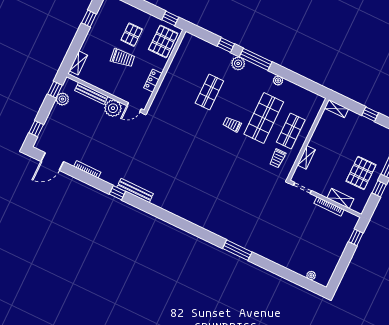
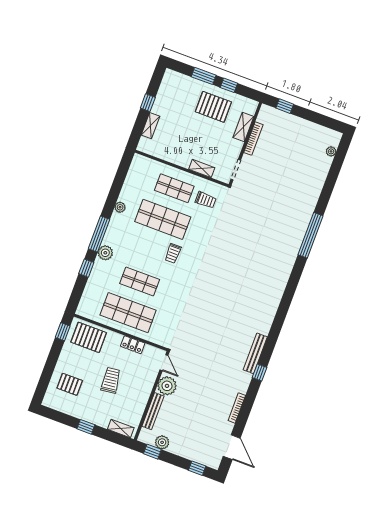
window: (89, 18) -> (86, 427), moved
pallet: (132, 35) -> (70, 384), moved
shop shelf: (182, 79) -> (128, 313), added
shelving: (336, 109) -> (151, 126), moved
window: (237, 250) -> (311, 235), width x1.46

